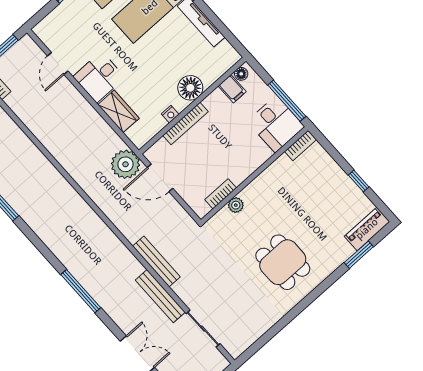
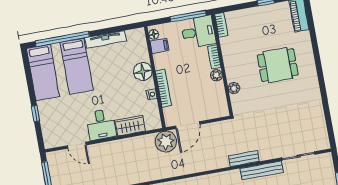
plant: (238, 176) -> (216, 75), added
bookcase: (221, 194) -> (214, 57), moved
window: (359, 255) -> (312, 30), removed
bench: (156, 261) -> (244, 159), width x0.73
dining table: (283, 262) -> (278, 65), moved

